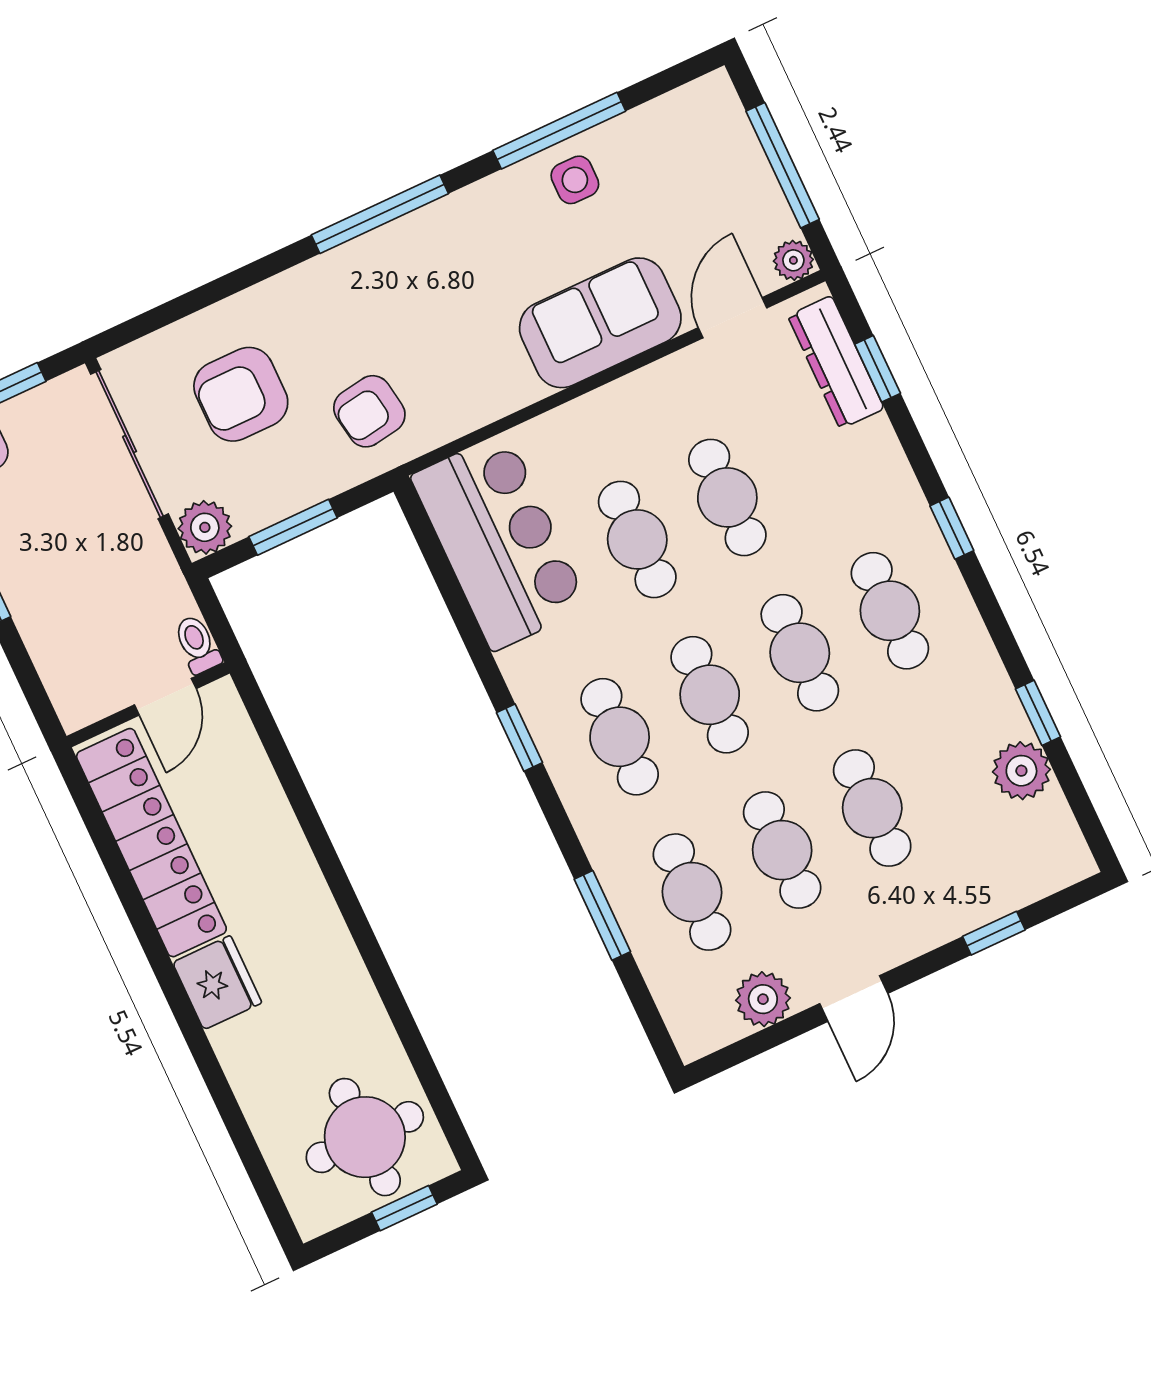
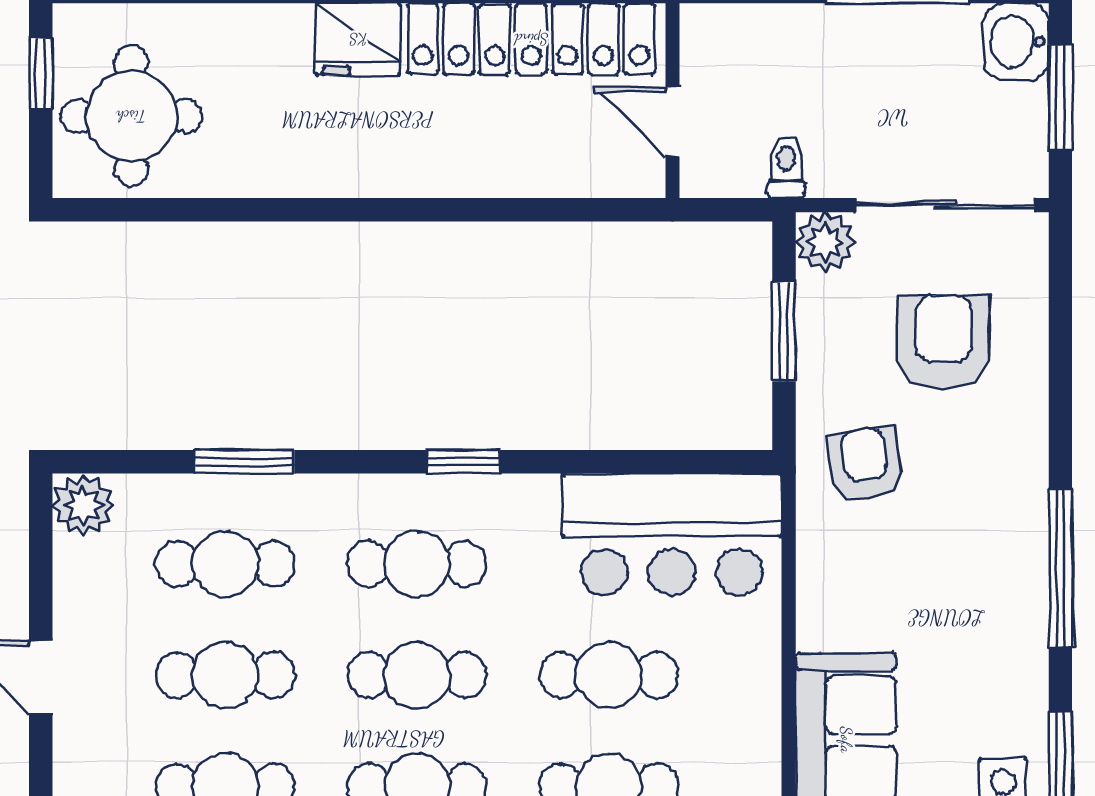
toilet: (197, 644) -> (787, 167), moved, turned -90
plant: (763, 999) -> (83, 506), moved
window: (404, 1208) -> (41, 74), moved

